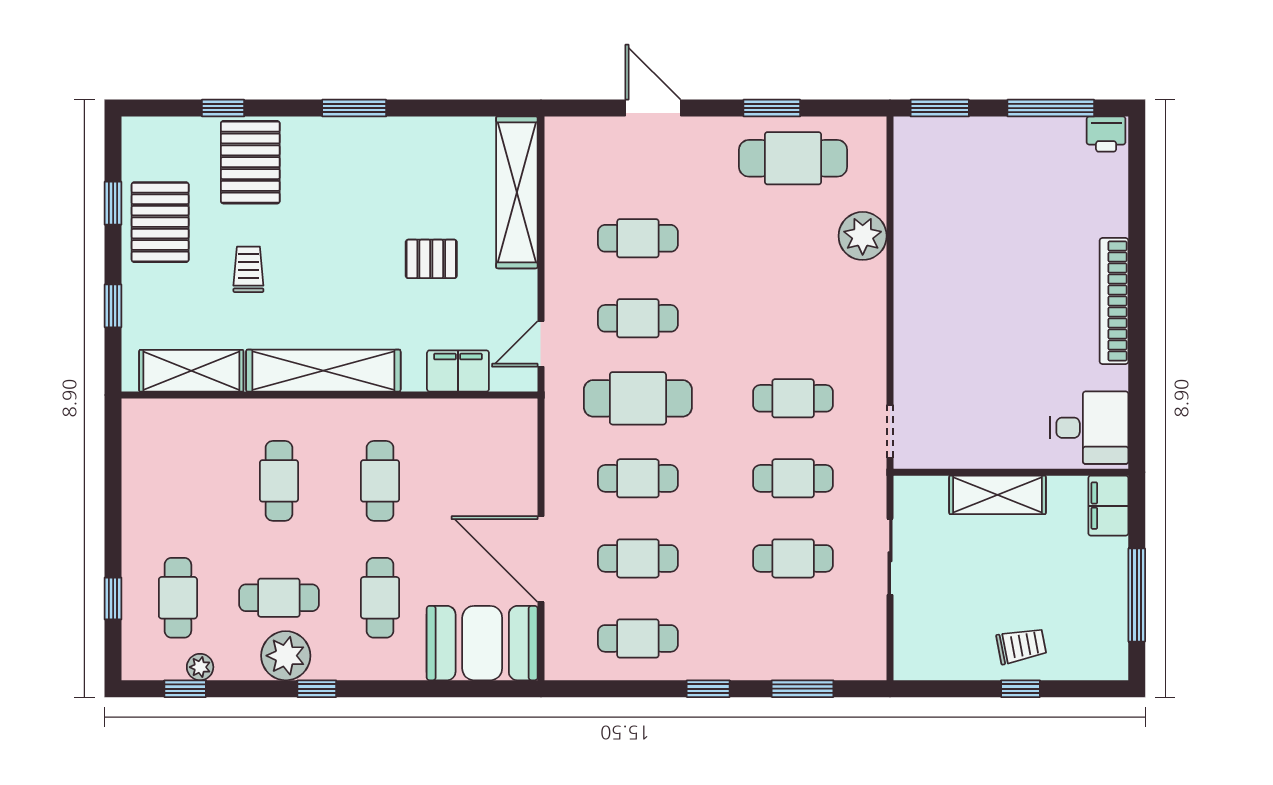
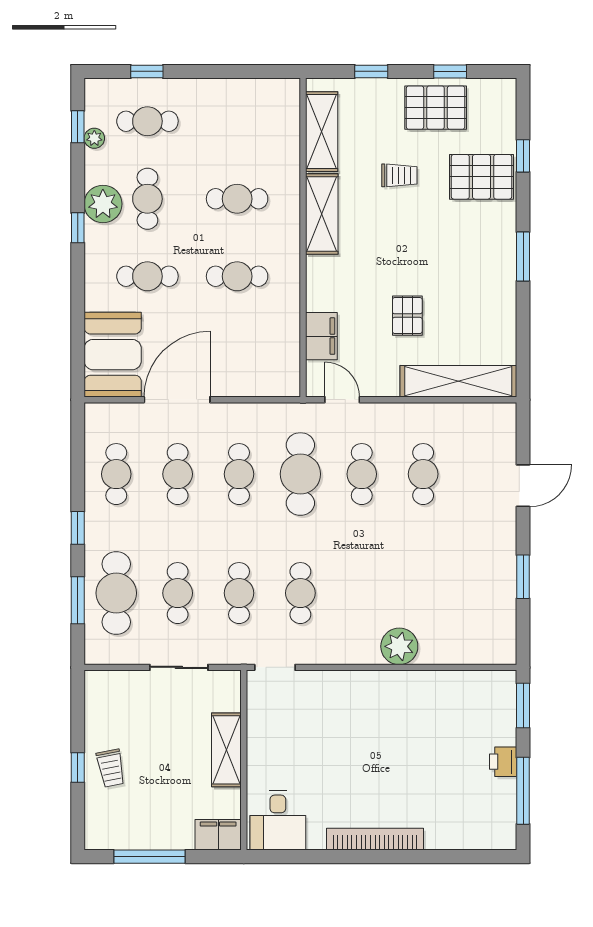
printer: (1106, 134) -> (503, 762), moved
cafe table: (793, 158) -> (116, 593), moved
plant: (863, 236) -> (399, 646), moved
shelving: (323, 371) -> (322, 214), width x0.68

